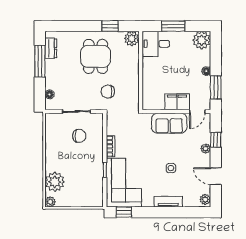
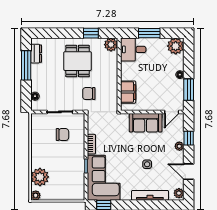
filing cabinet: (177, 102) -> (128, 92), moved, turned 90
tv unit: (168, 202) -> (150, 195), width x1.41

